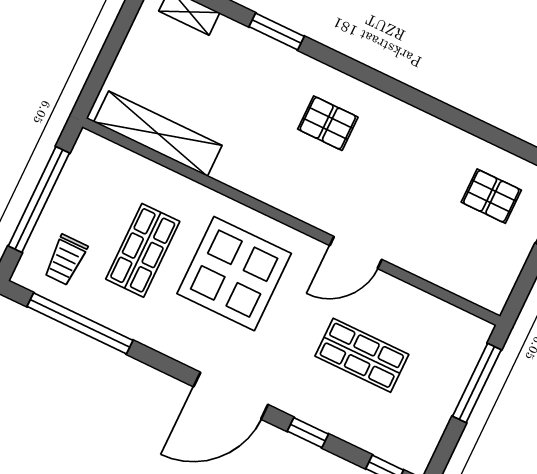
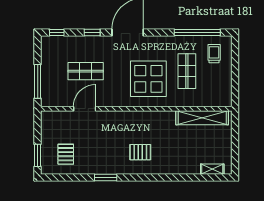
window: (277, 31) -> (106, 177), moved
pallet: (491, 196) -> (66, 154), turned 90
window: (39, 200) -> (235, 72), removed
door: (356, 252) -> (85, 109), moved

